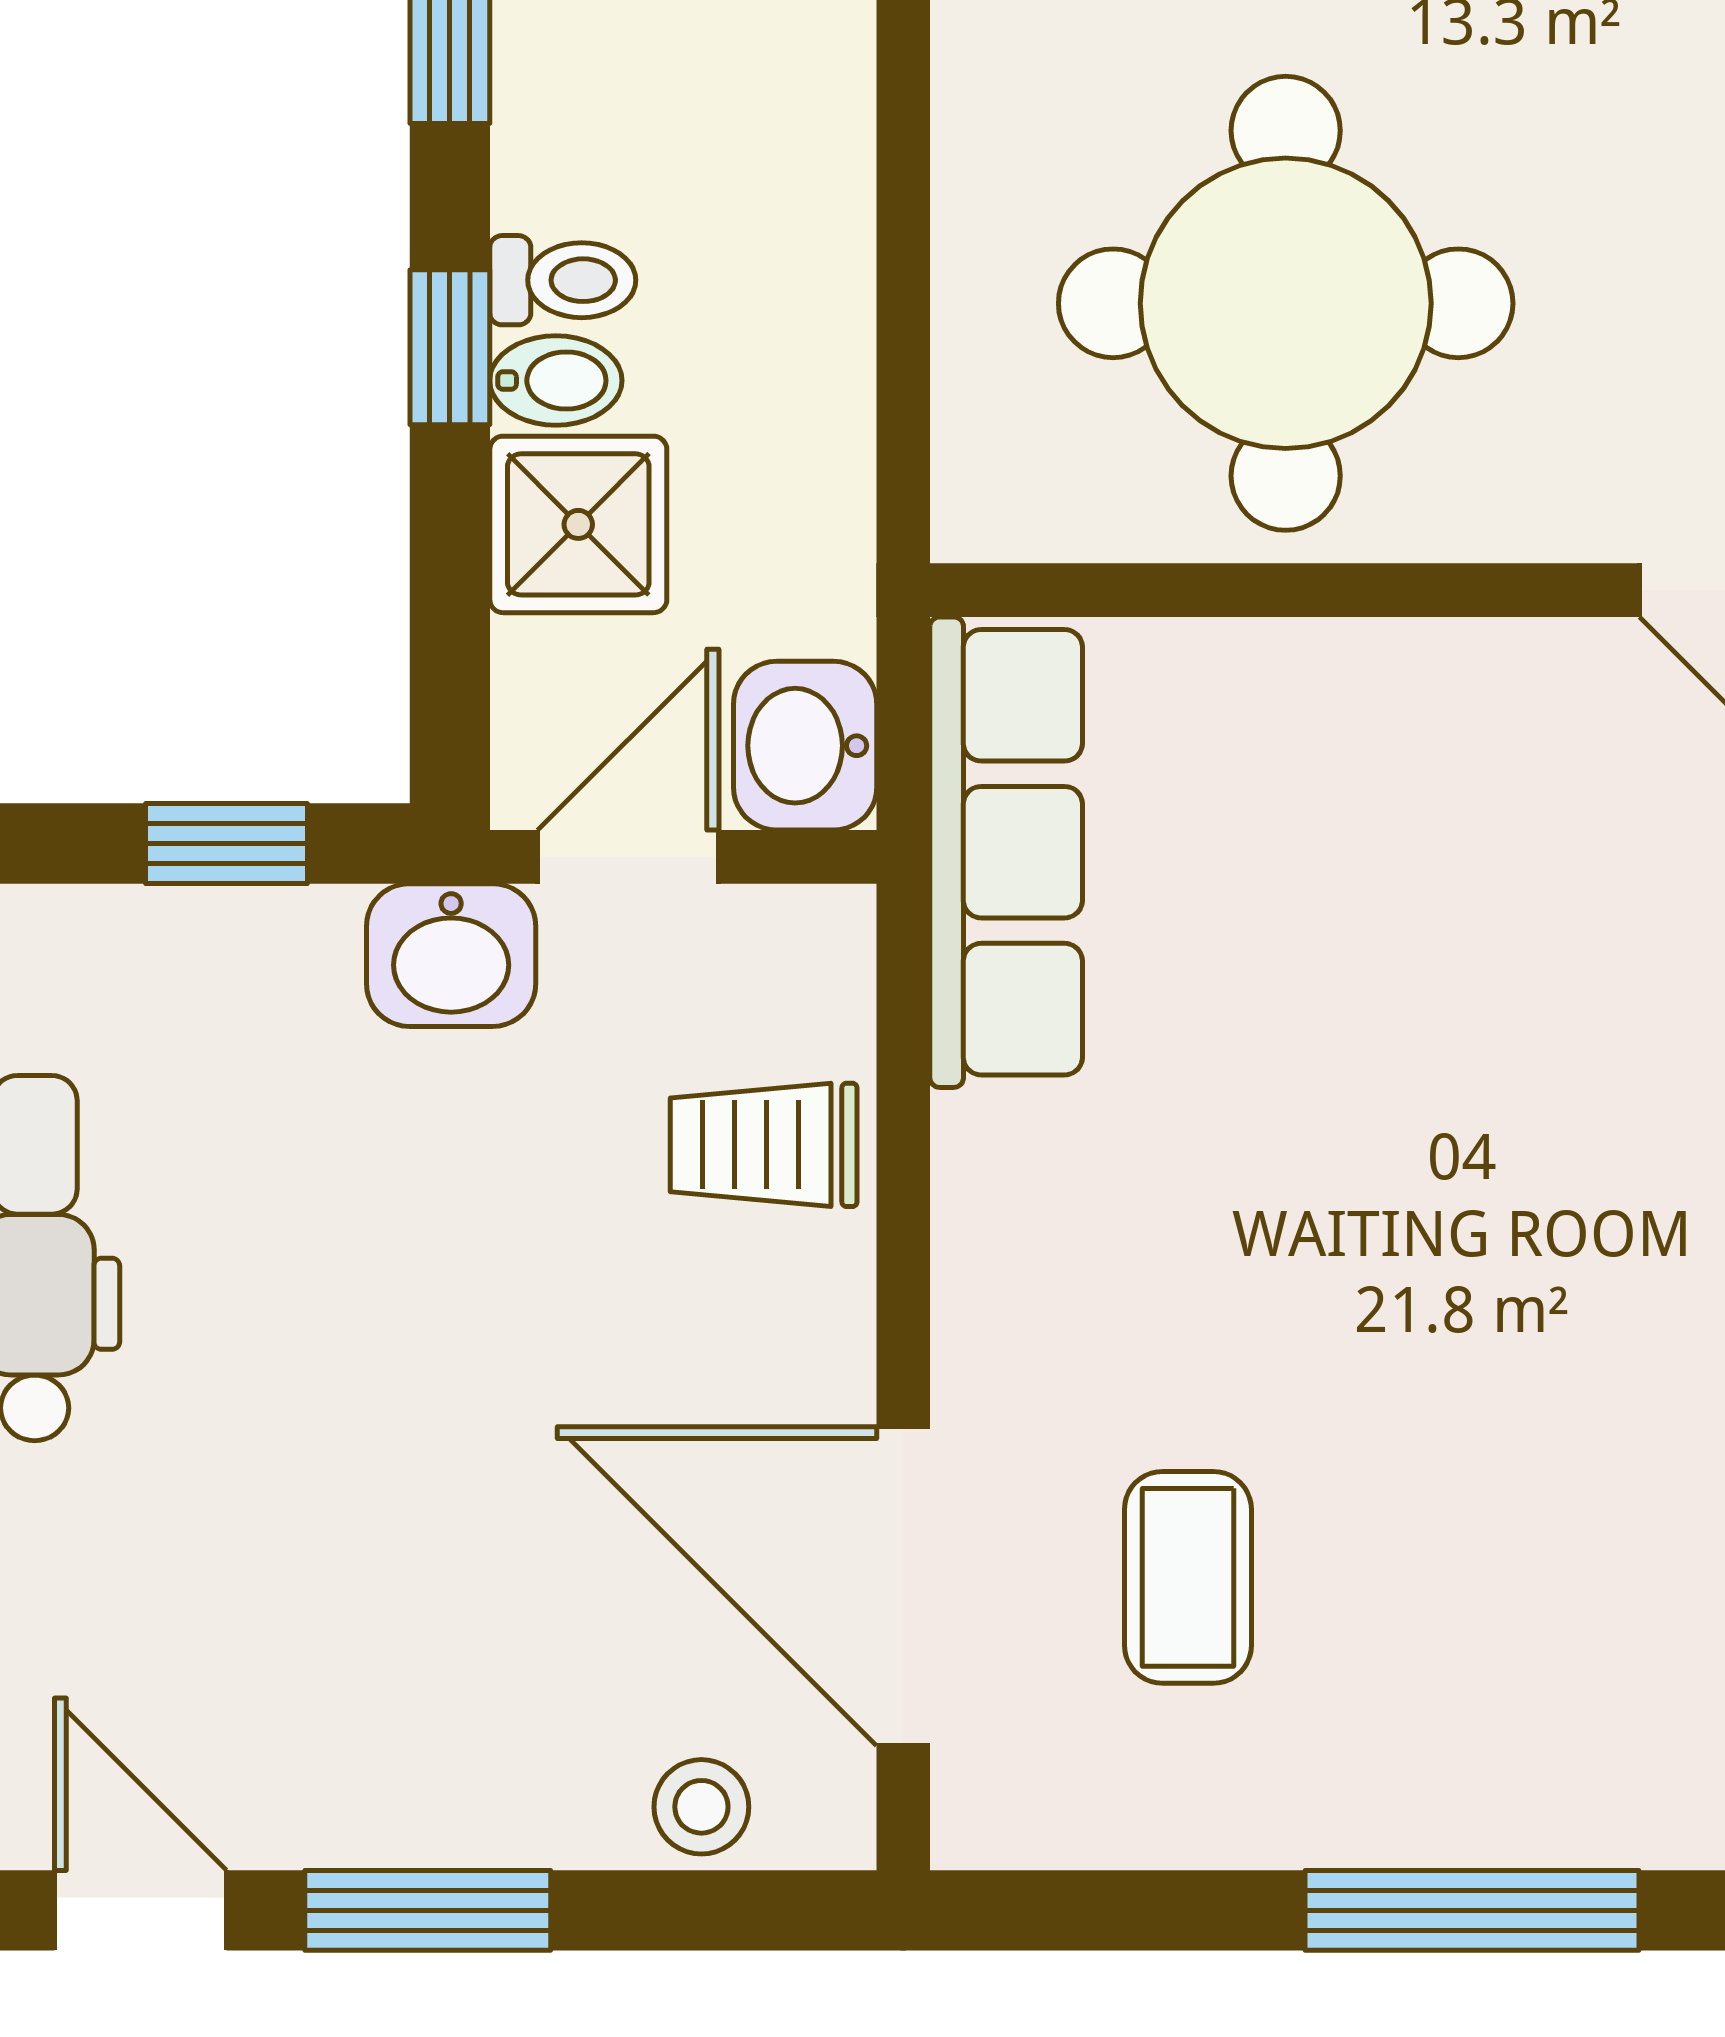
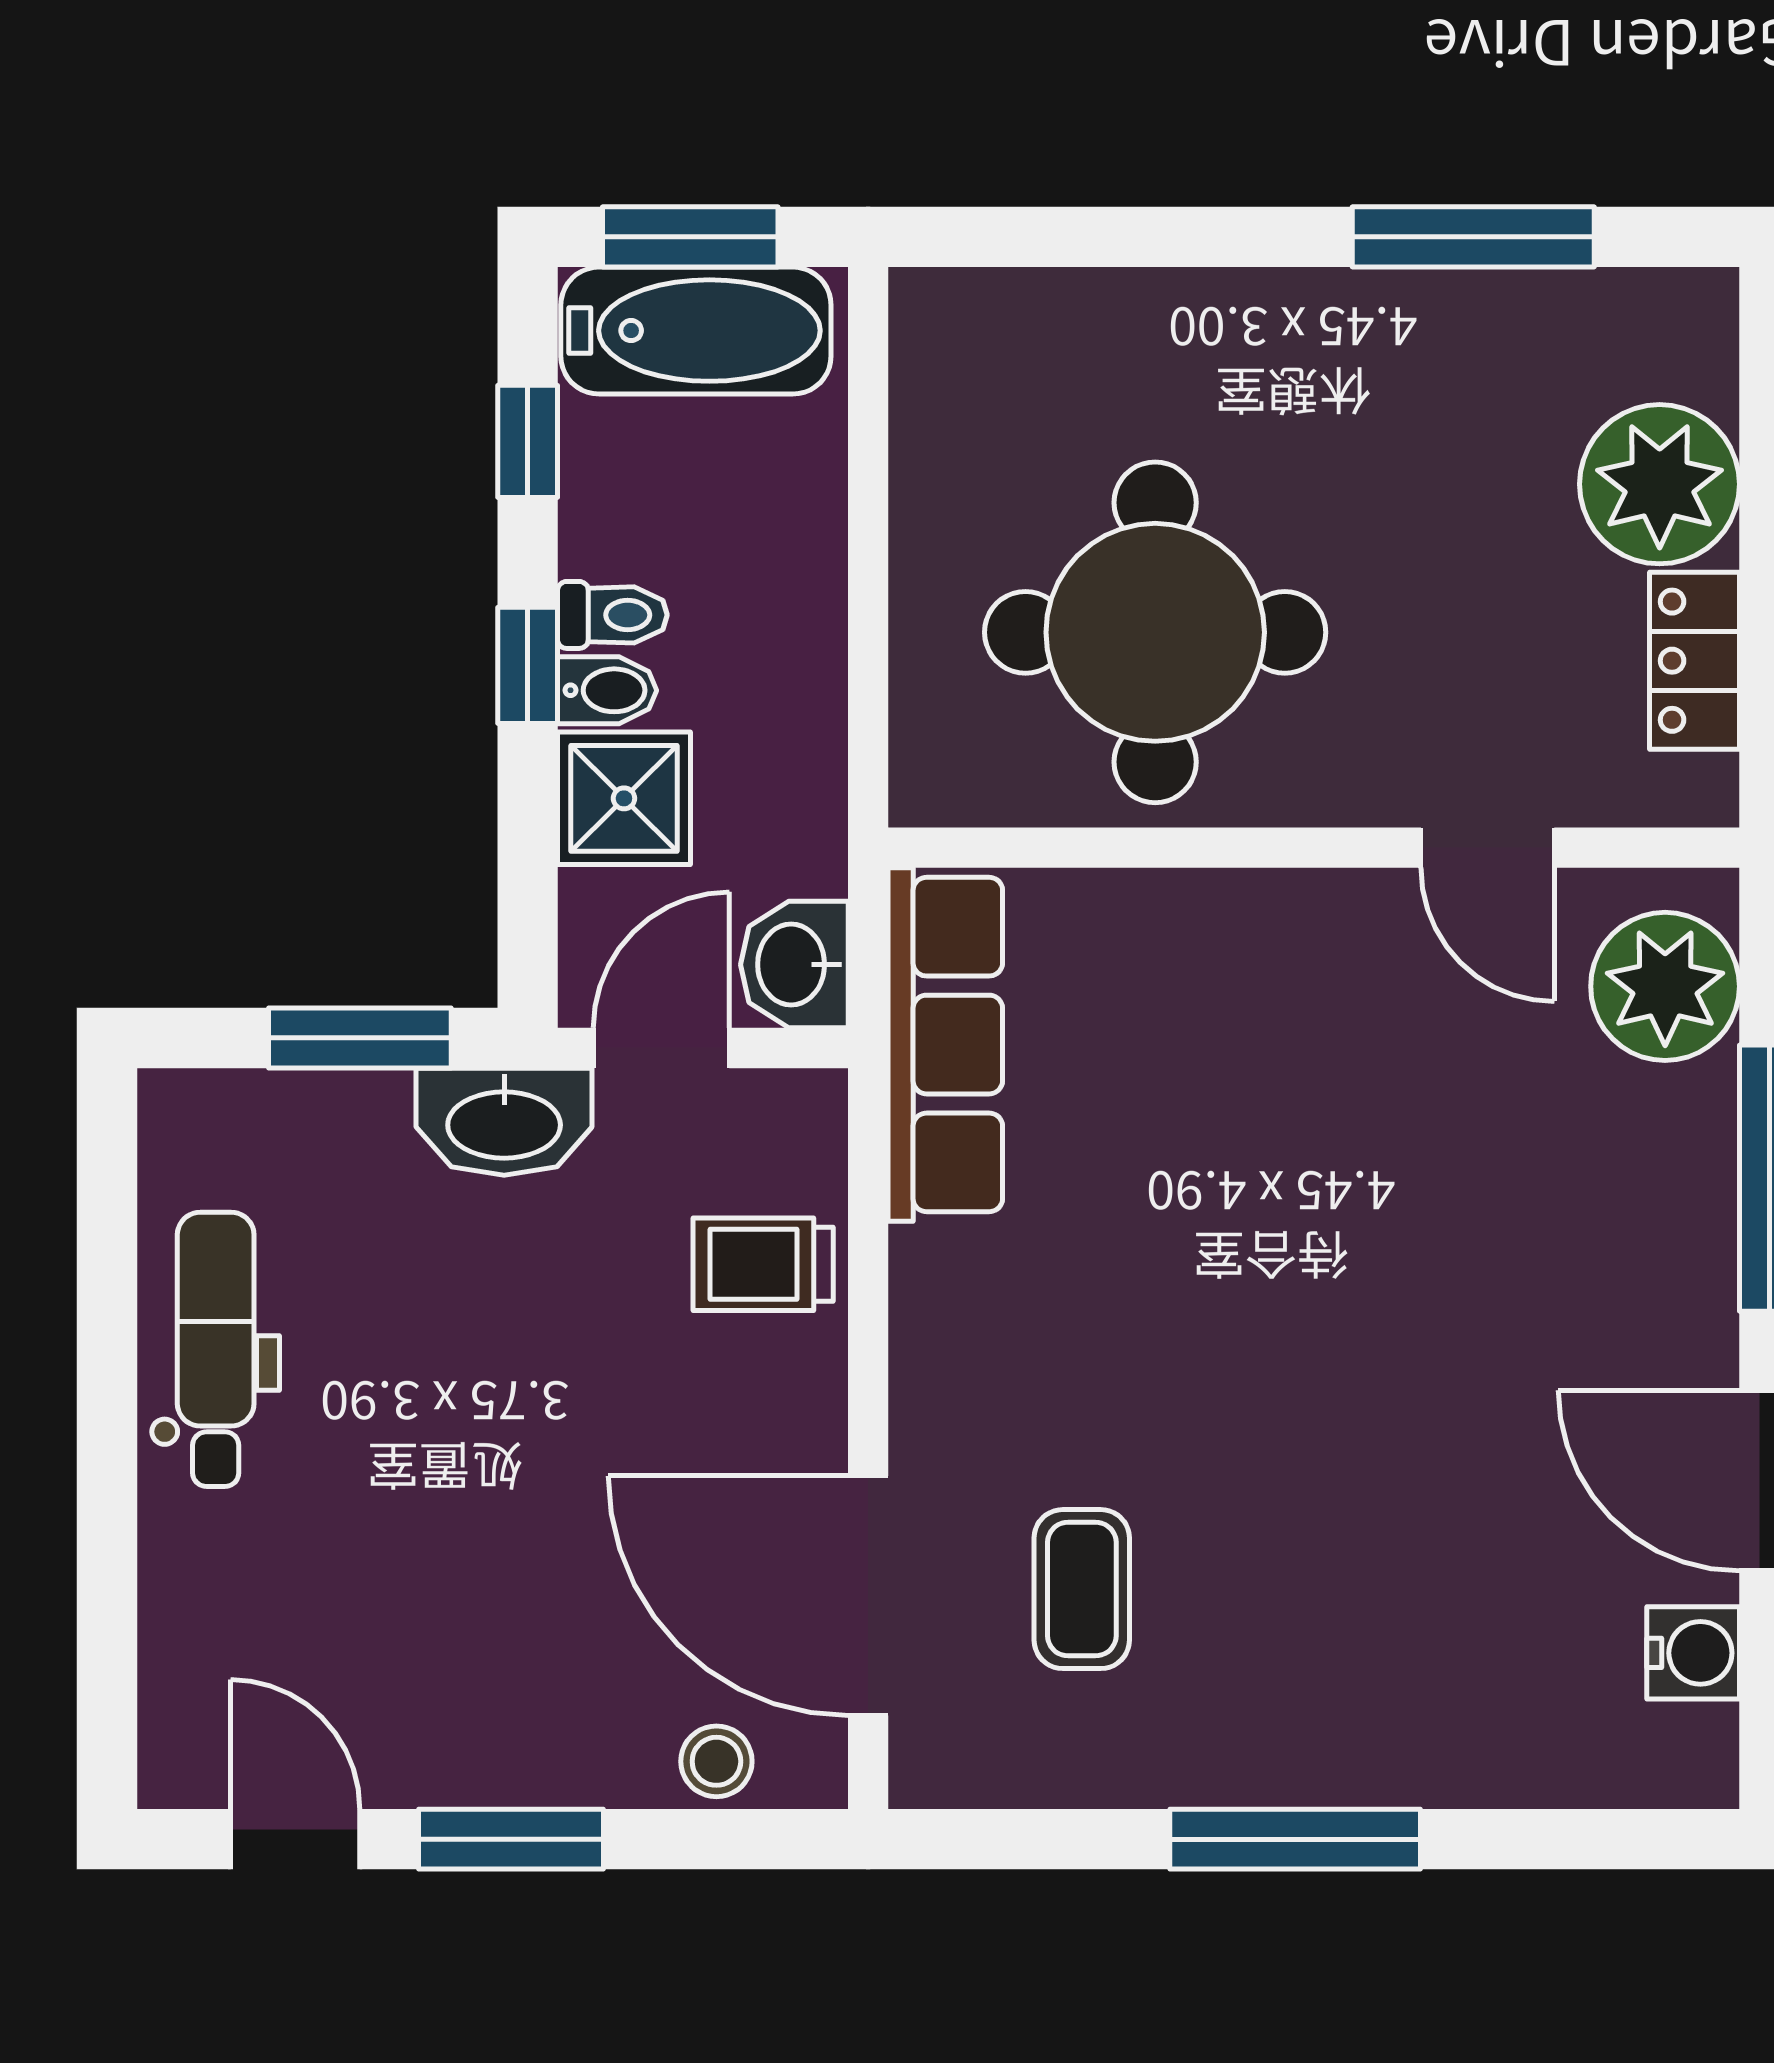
window: (227, 844) -> (360, 1038), width x1.50
washbasin: (451, 955) -> (504, 1122), width x1.38

